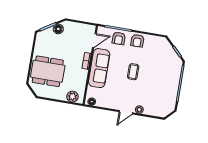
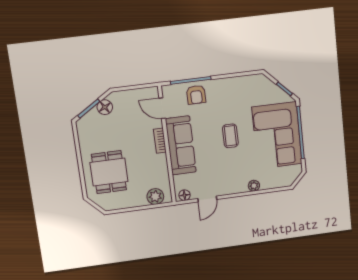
door: (94, 41) -> (162, 108), swing flipped
armchair: (137, 41) -> (224, 90), removed
dining table: (48, 71) -> (109, 172), width x0.73
corner sofa: (164, 81) -> (277, 135), added
door: (126, 112) -> (207, 199), moved

